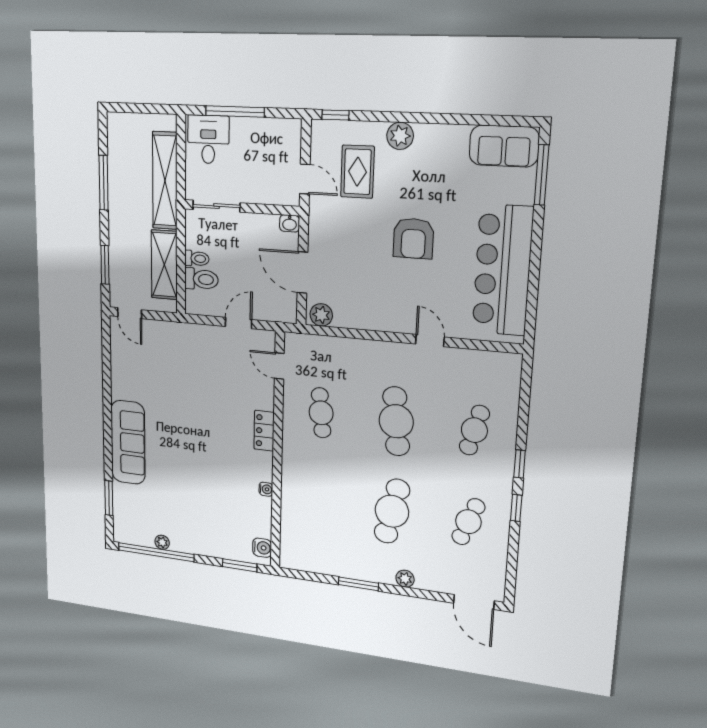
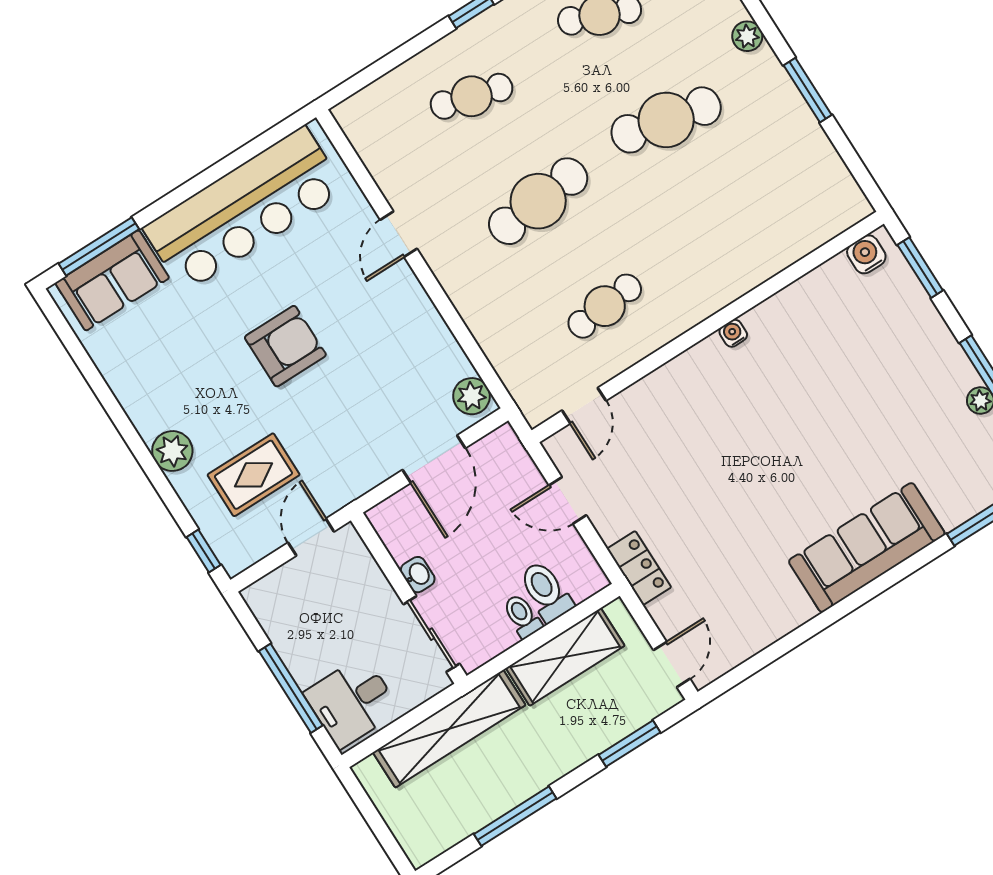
sofa: (504, 146) -> (112, 280), moved, turned 90
washbasin: (290, 223) -> (418, 575), moved
locker: (264, 431) -> (639, 568), moved, turned -90
water cooler: (266, 489) -> (733, 333), moved

